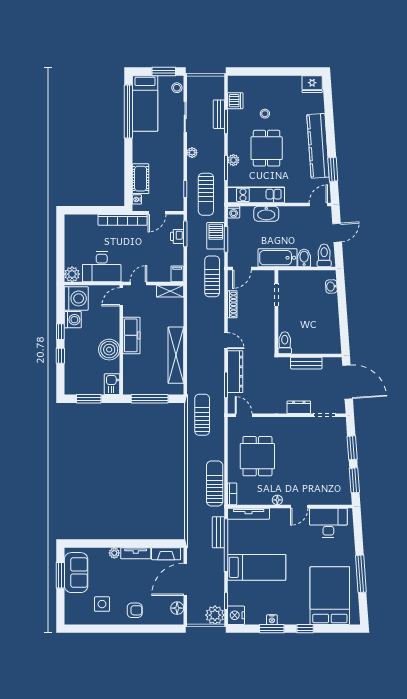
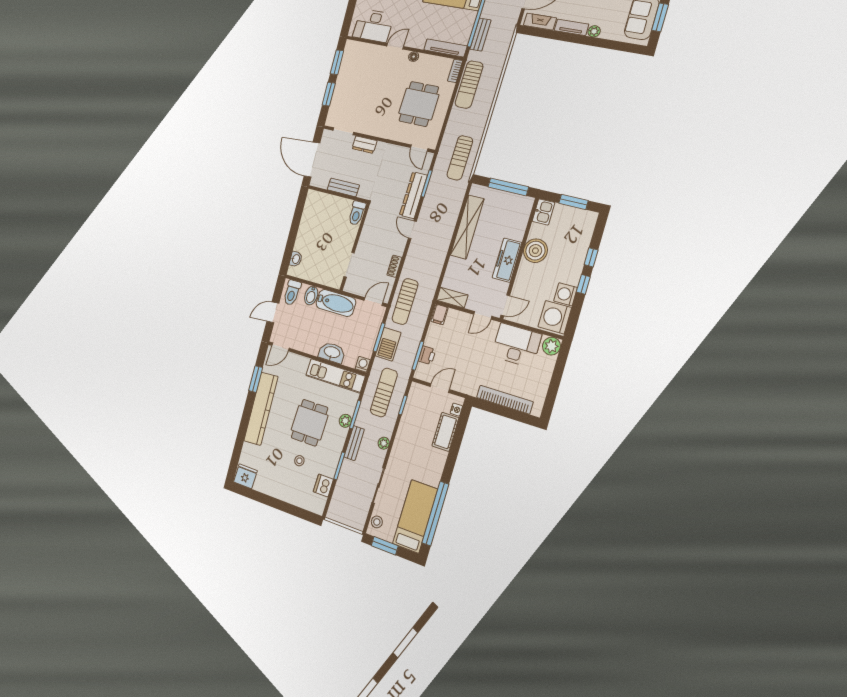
bench: (219, 114) -> (354, 443), moved
bookcase: (123, 220) -> (505, 400), moved
shoe rack: (232, 304) -> (394, 266), width x0.70

